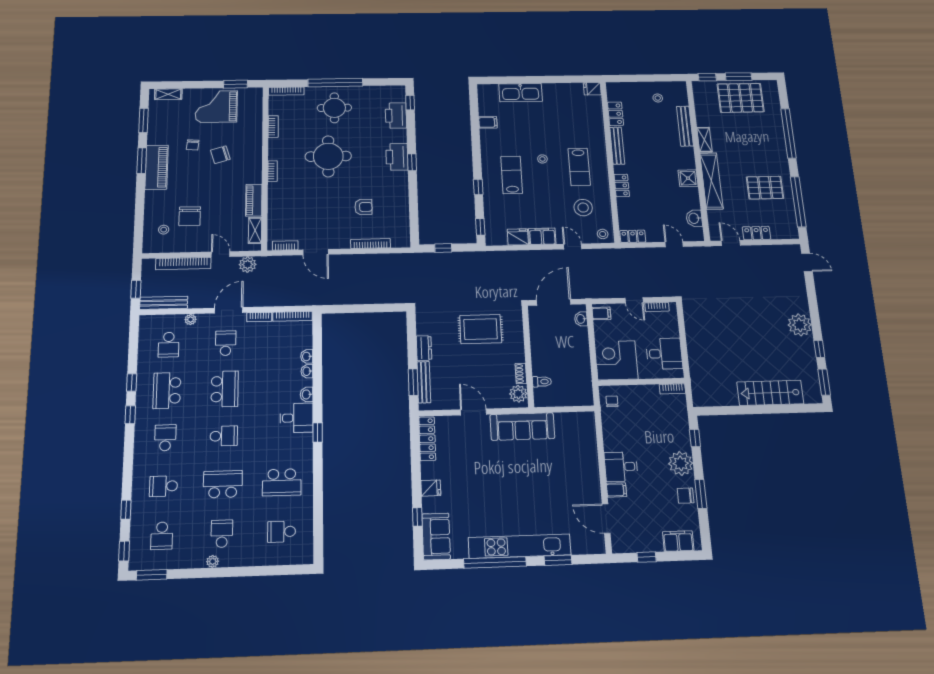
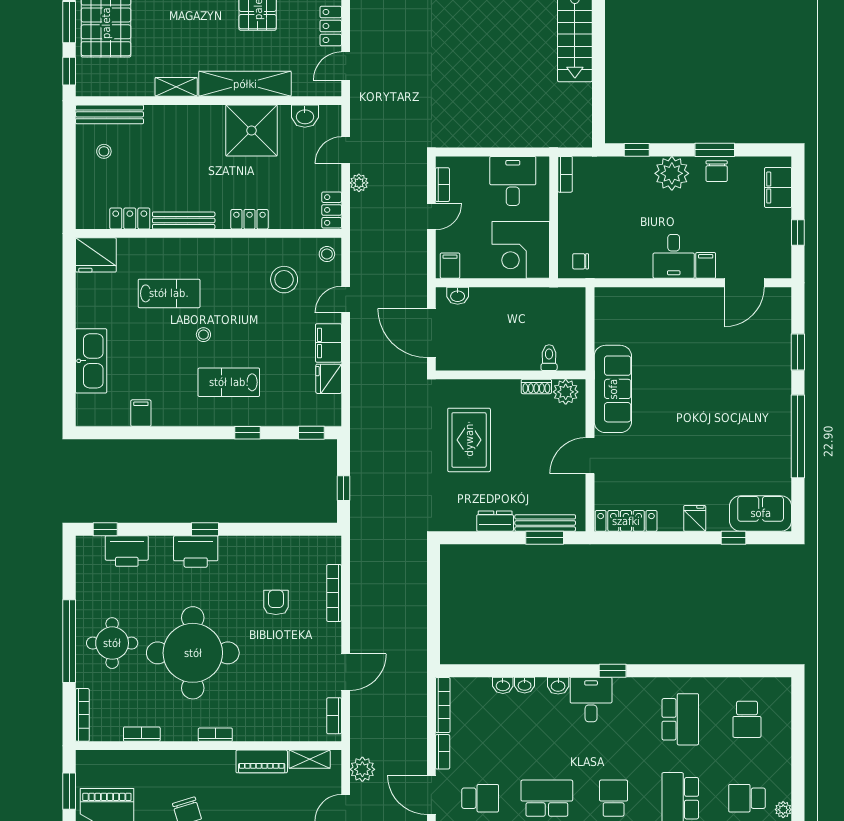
fridge: (592, 89) -> (96, 255), width x1.88, depth x1.34
bench: (685, 126) -> (110, 114), moved
round table: (328, 156) -> (193, 653), width x1.36, depth x1.36
lab bench: (579, 167) -> (169, 293), moved
shower: (688, 178) -> (252, 130), width x1.86, depth x1.86
plant: (653, 253) -> (359, 183), added
school desk: (226, 343) -> (480, 798), turned 180
kitchen unit: (520, 546) -> (777, 402), removed

